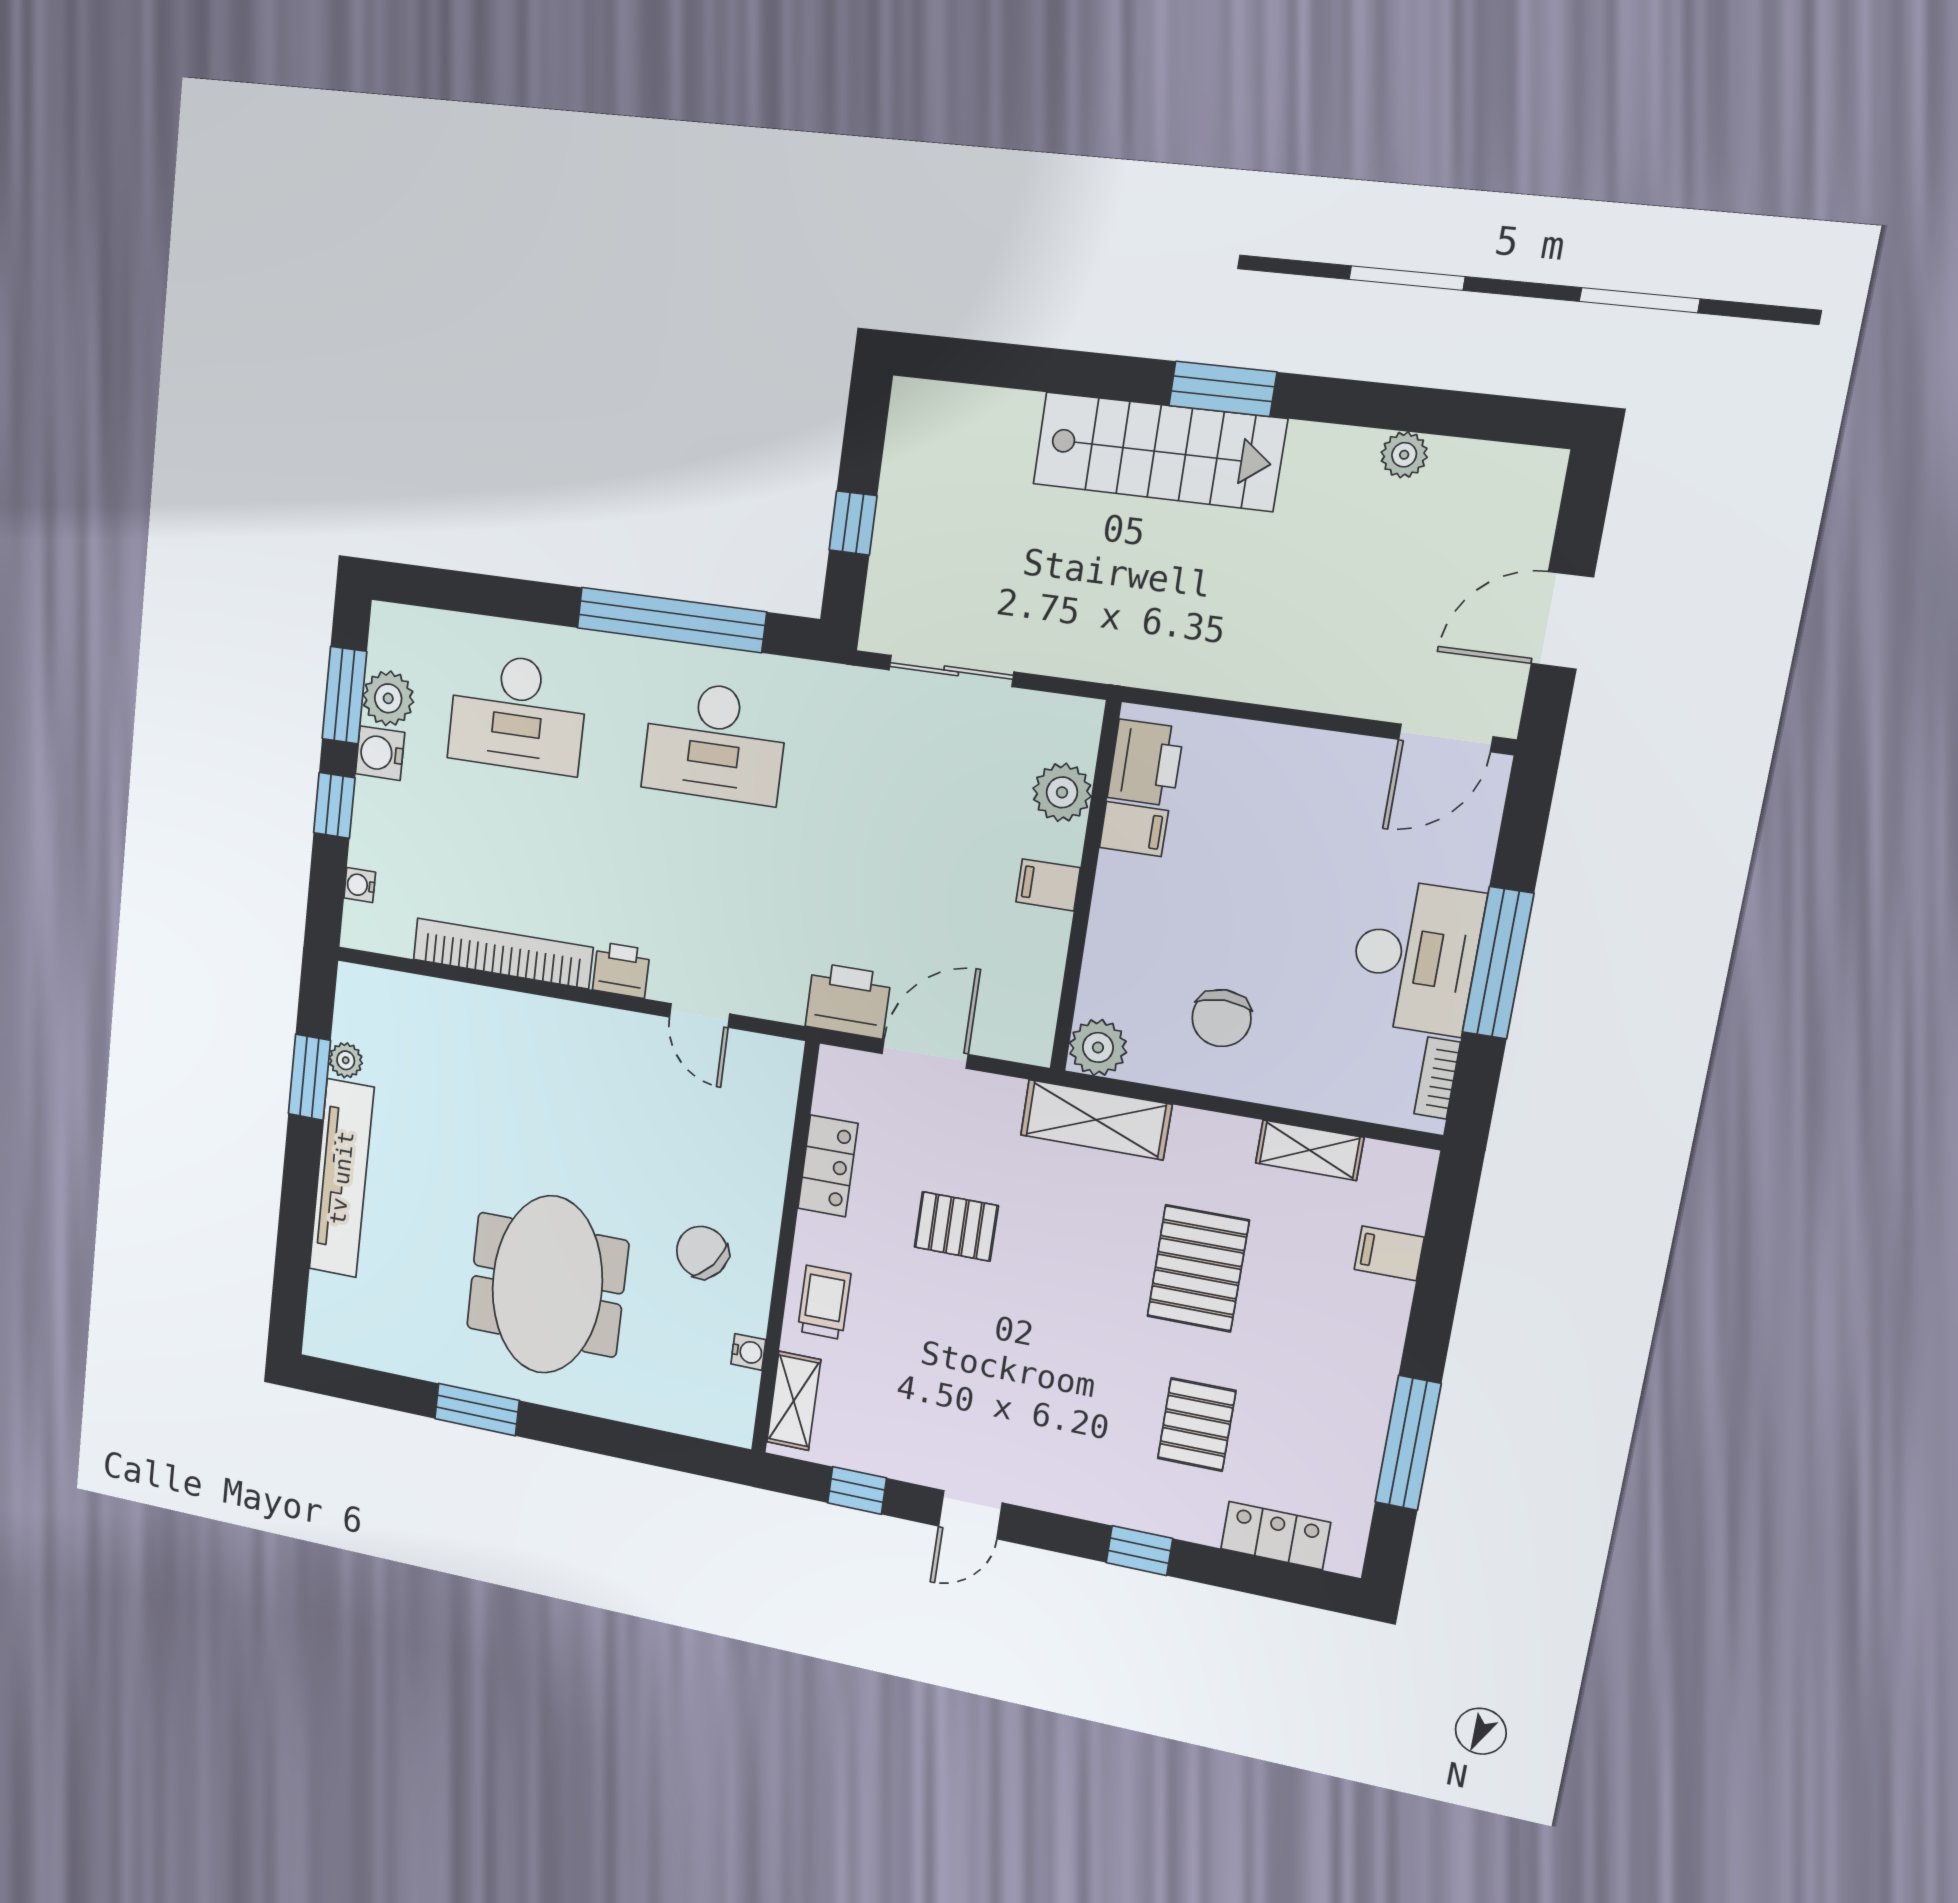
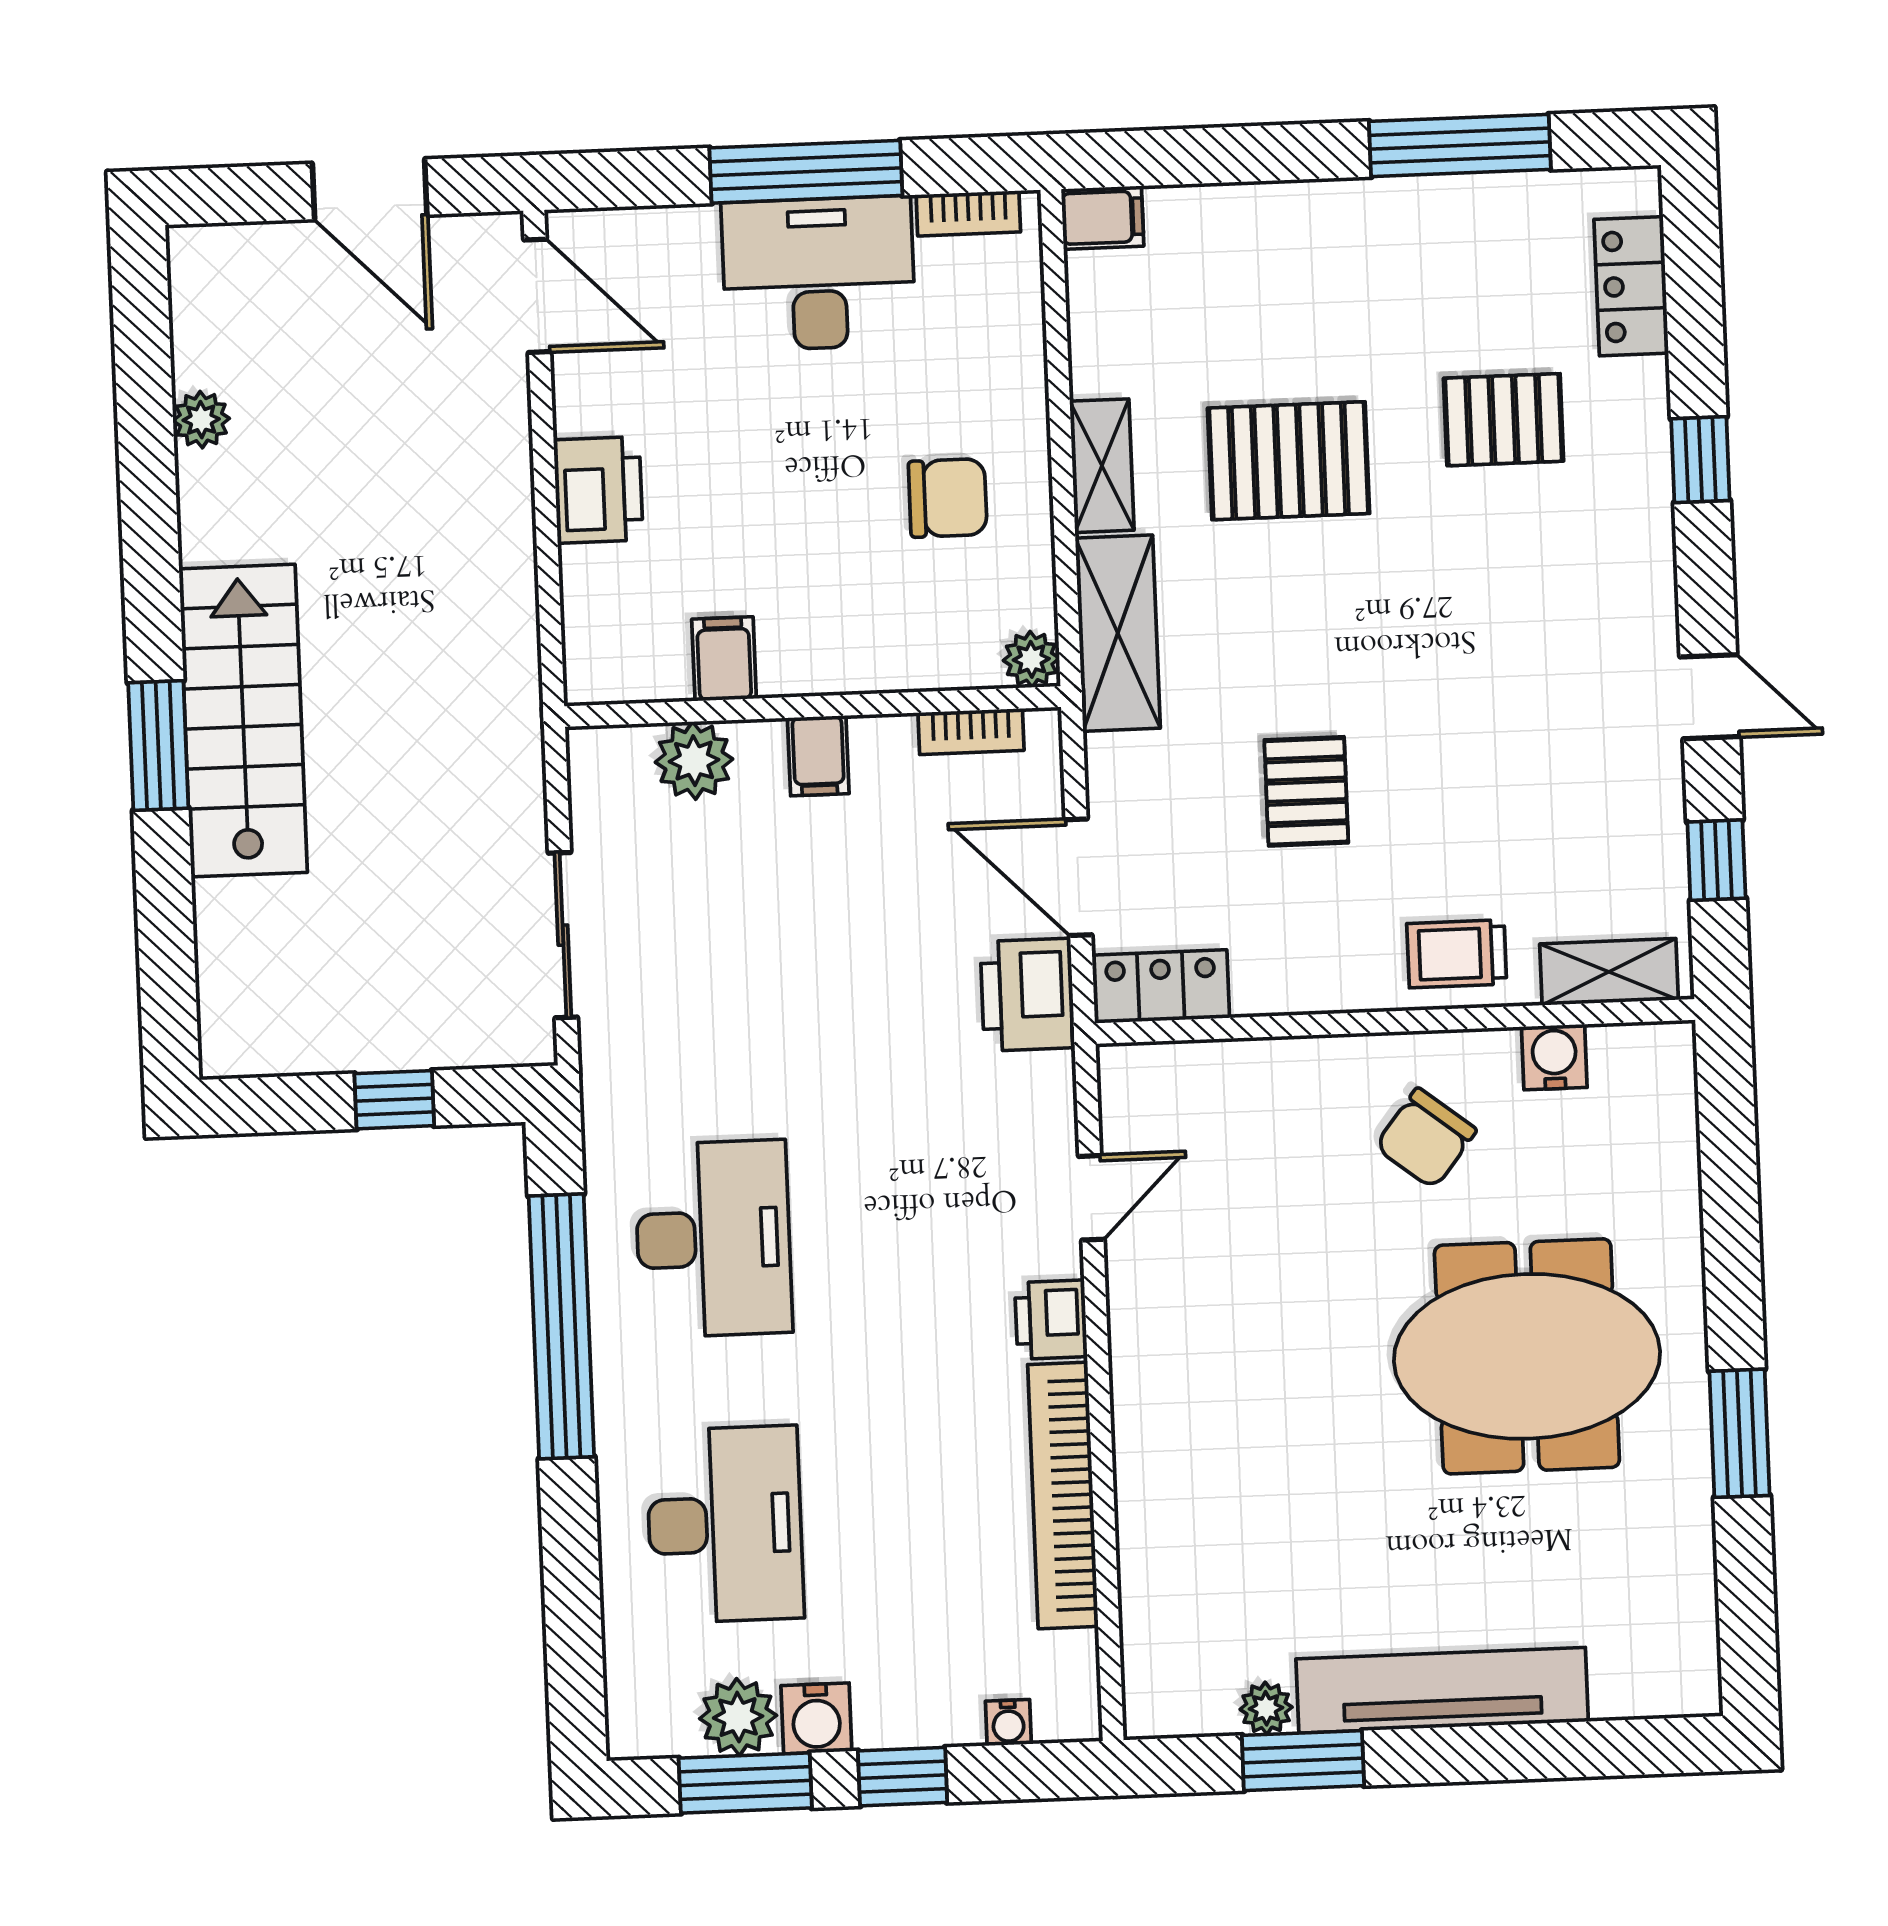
window: (1223, 389) -> (158, 746), moved
printer: (1146, 763) -> (598, 490), moved, turned 90
bookcase: (1044, 999) -> (971, 732), added
plant: (1098, 1047) -> (1031, 659), width x0.73, depth x0.73
shelving: (1310, 1150) -> (1102, 466), moved
locker: (828, 1166) -> (1161, 986), moved
filing cabinet: (1389, 1253) -> (1103, 218), moved, turned -90
water cooler: (748, 1352) -> (1554, 1057), width x1.38, depth x1.38

